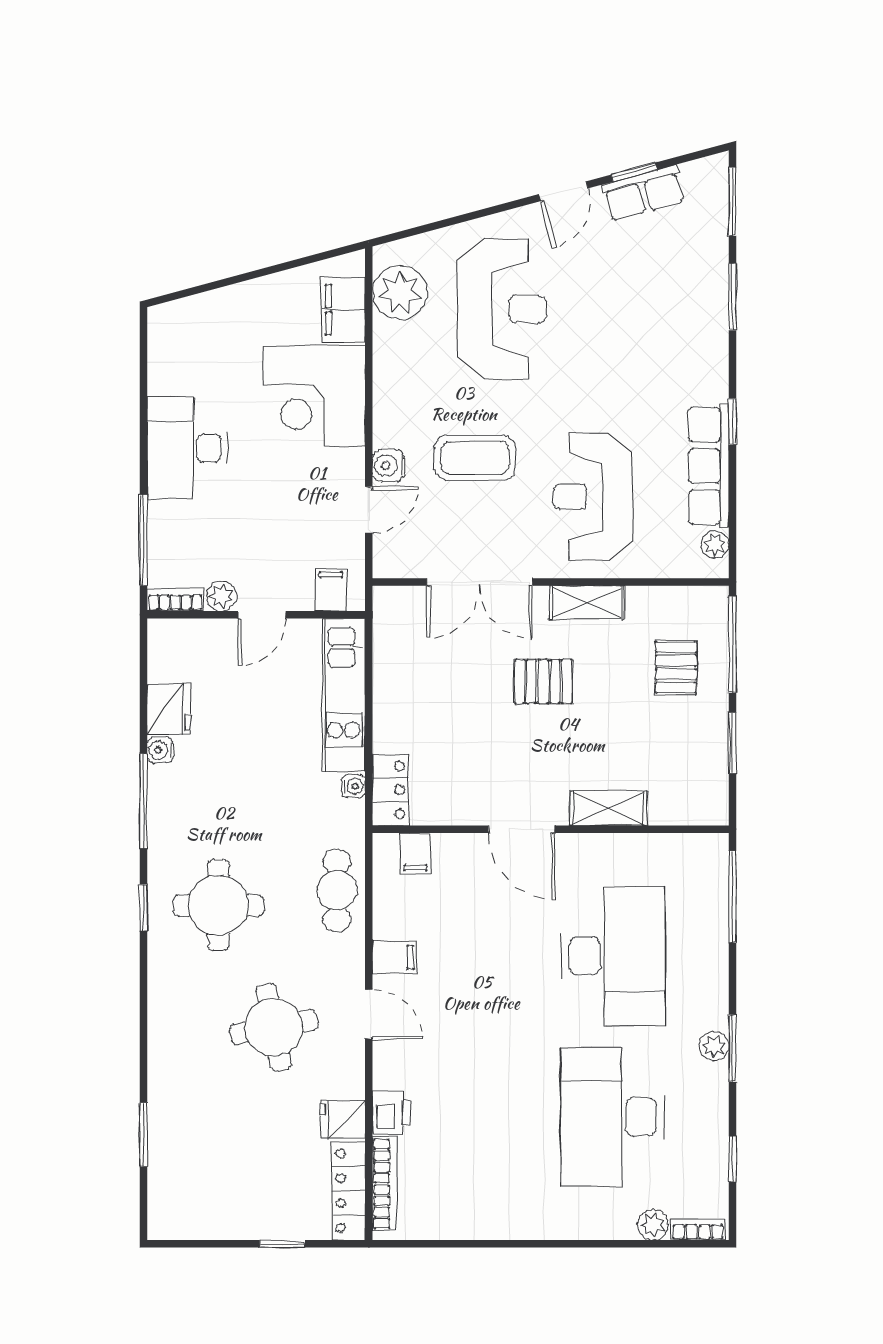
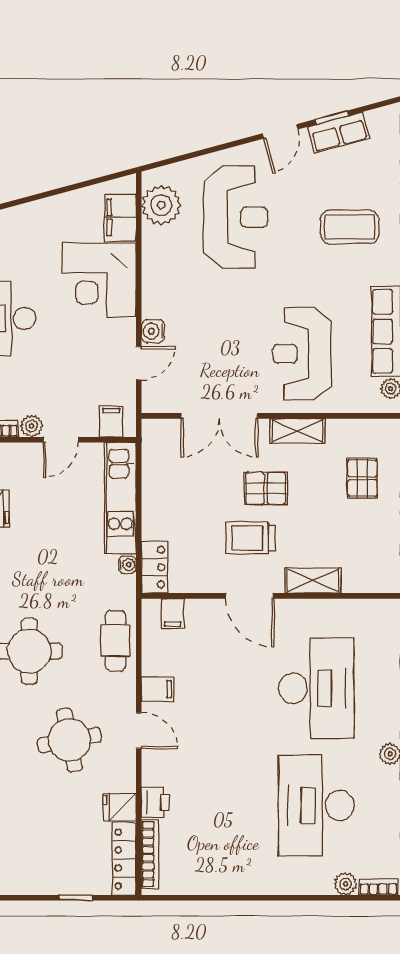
coffee table: (475, 458) -> (350, 227), moved
trolley: (523, 750) -> (251, 538), added

